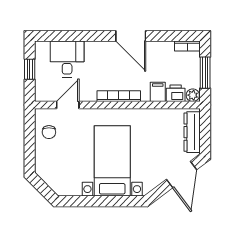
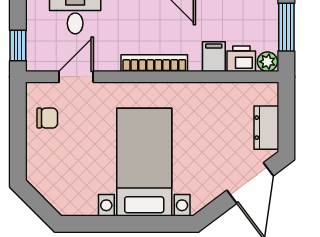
window: (30, 69) -> (18, 45), moved
chair: (49, 132) -> (47, 118), turned -90
dresser: (192, 132) -> (266, 128), width x0.70

